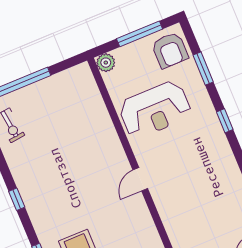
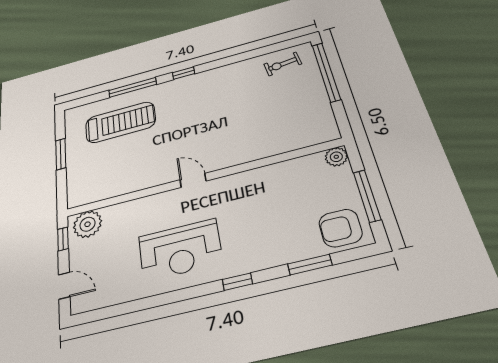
reception desk: (155, 110) -> (180, 250), moved, turned -90
window: (17, 199) -> (184, 73), moved

